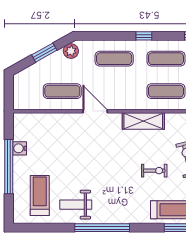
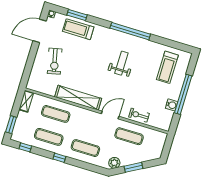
door: (95, 111) -> (110, 115), swing flipped
shelving: (143, 121) -> (78, 98), width x1.47
exercise bike: (154, 171) -> (139, 115), moved
weight bench: (76, 205) -> (121, 63), moved, turned -90

